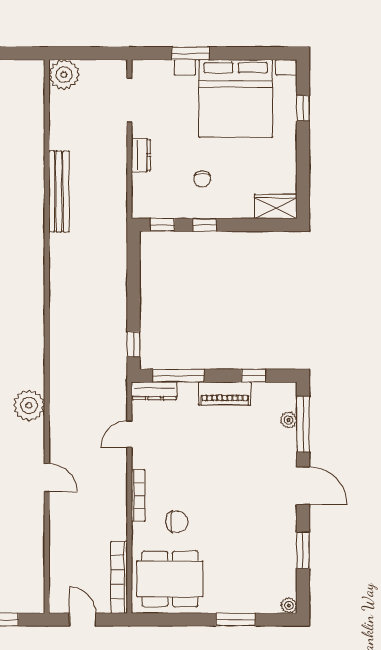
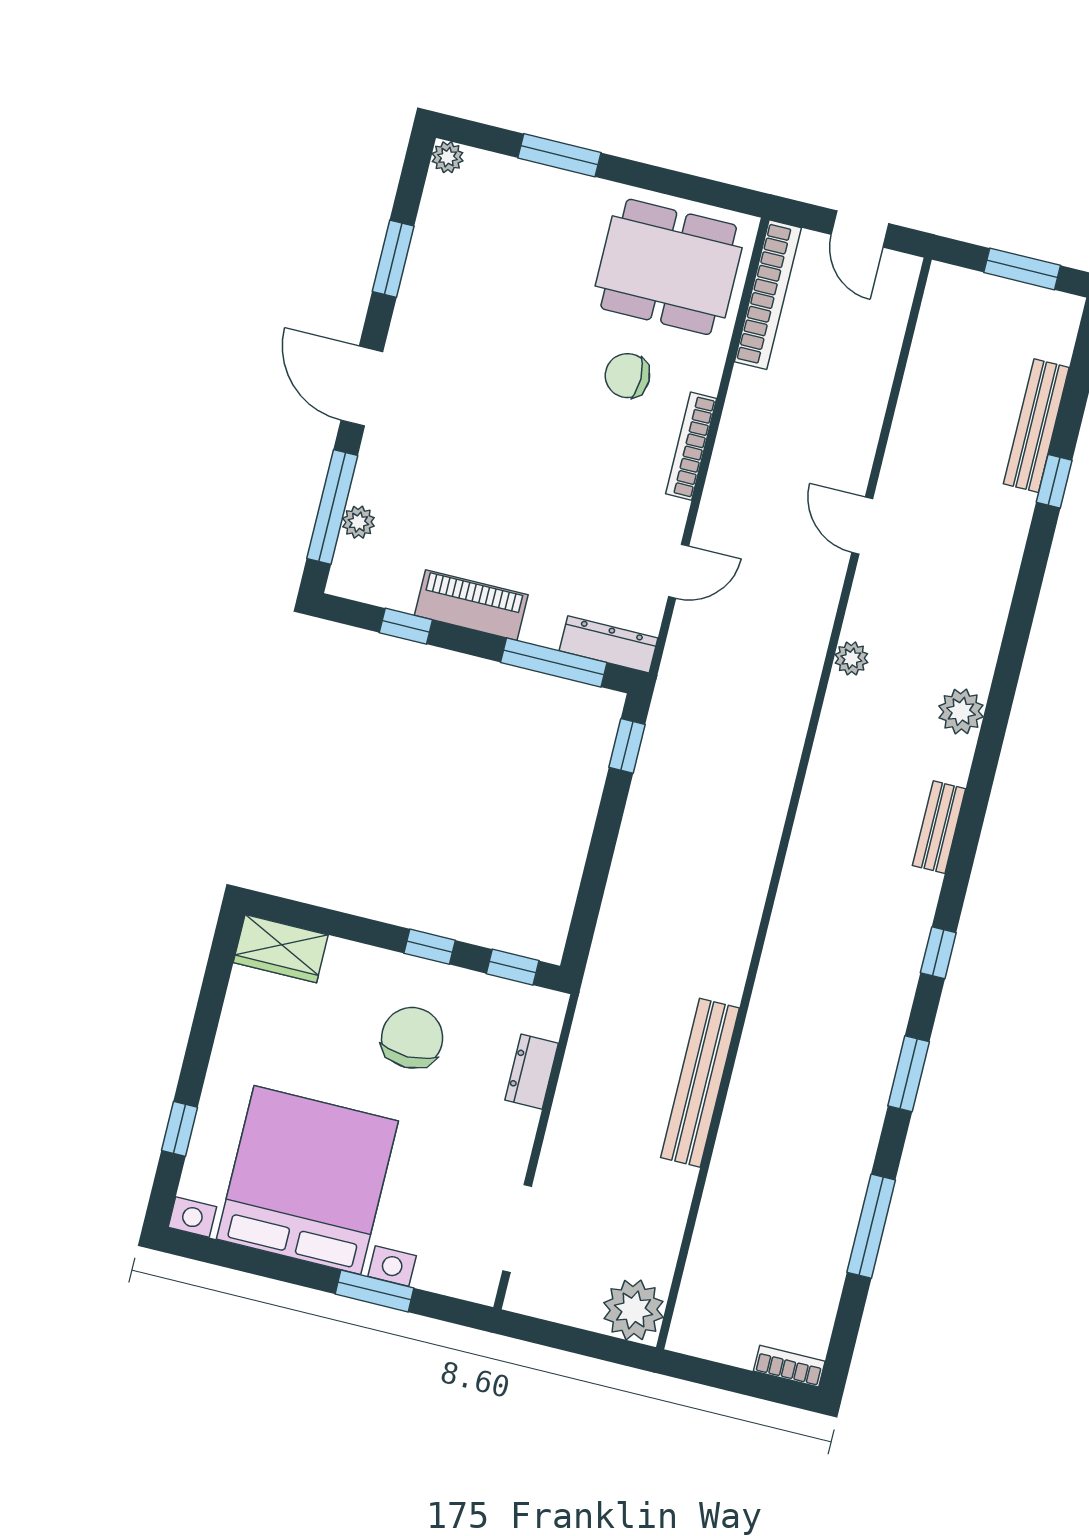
dresser: (141, 155) -> (532, 1072), moved
chair: (202, 179) -> (412, 1038), width x1.87, depth x1.87
plant: (29, 405) -> (851, 658), width x0.53, depth x0.53

